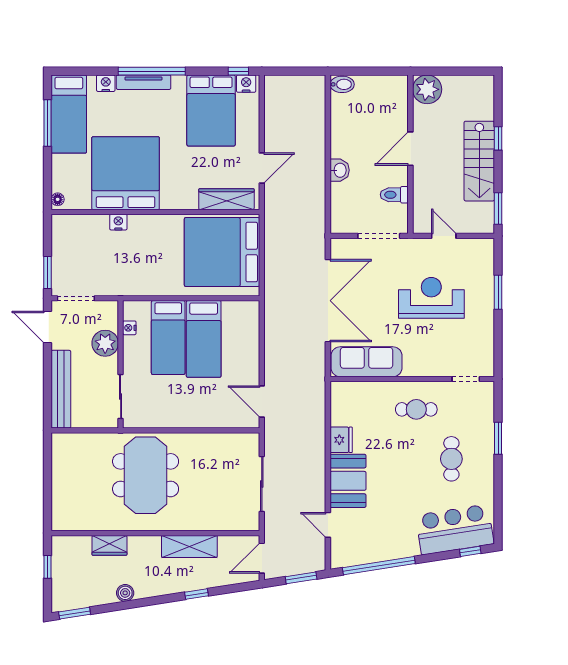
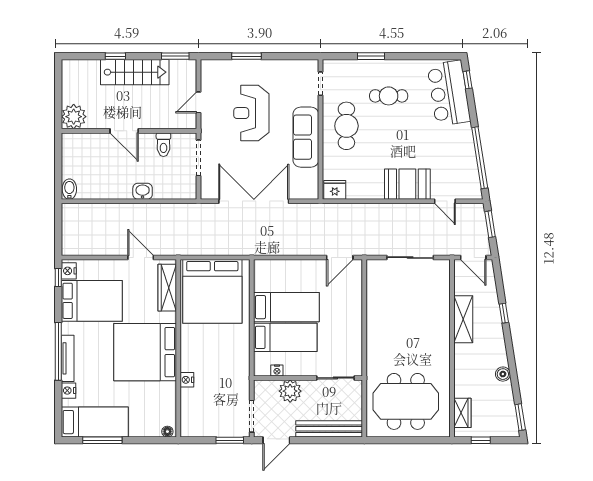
bed: (126, 173) -> (145, 352), moved
sofa: (367, 362) -> (306, 137), moved
cafe table: (416, 409) -> (346, 126), width x1.37, depth x1.35
fridge: (341, 440) -> (335, 190), moved
meeting table: (146, 475) -> (406, 401), moved
door: (328, 525) -> (445, 201), hinge flipped
wardrobe: (109, 545) -> (462, 413), moved

